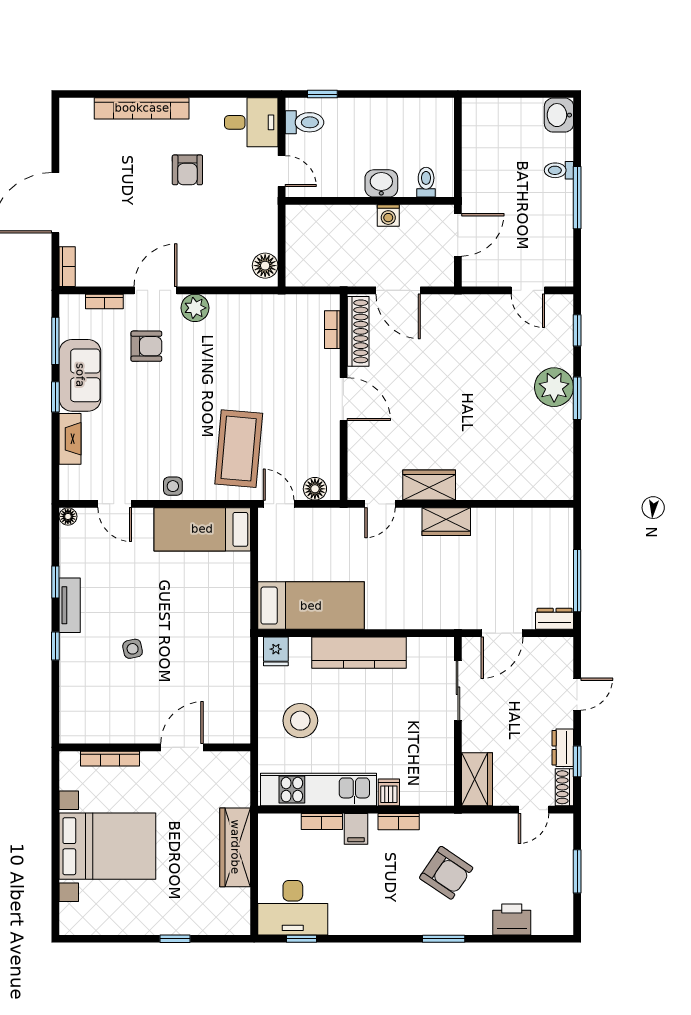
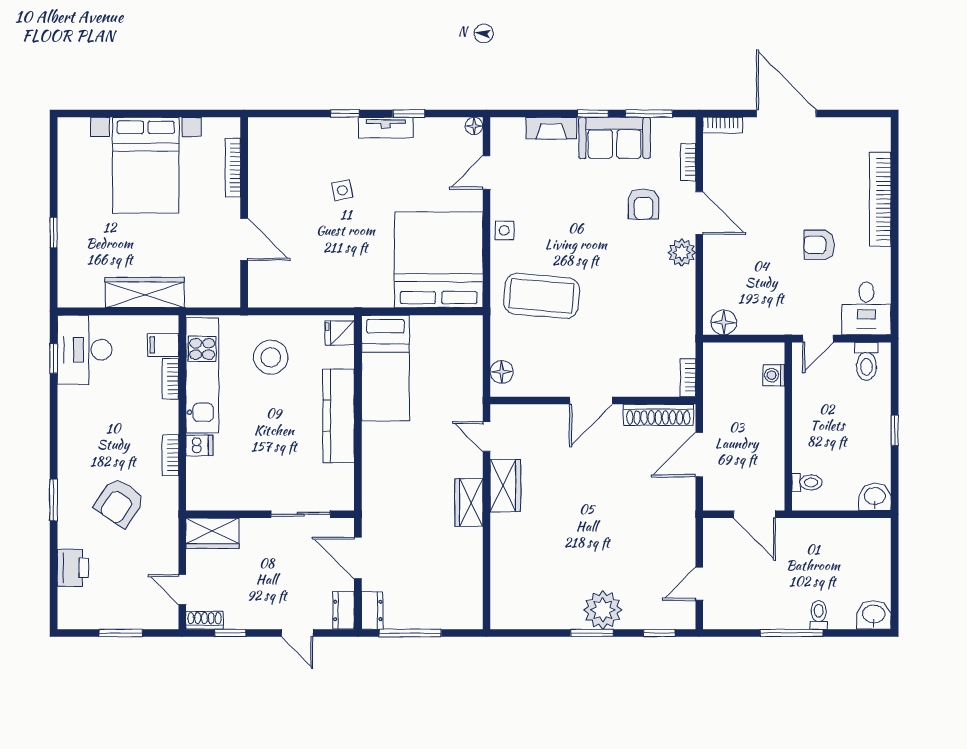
window: (322, 94) -> (895, 430), moved
washbasin: (381, 183) -> (875, 497), moved, turned -90
washing machine: (388, 215) -> (774, 375), moved
bookcase: (332, 330) -> (688, 378), moved, turned -90
door: (279, 504) -> (486, 336), removed
bed: (202, 529) -> (439, 260), width x2.04
dresser: (563, 748) -> (344, 610), moved, turned -90
filing cabinet: (356, 829) -> (163, 345), moved

